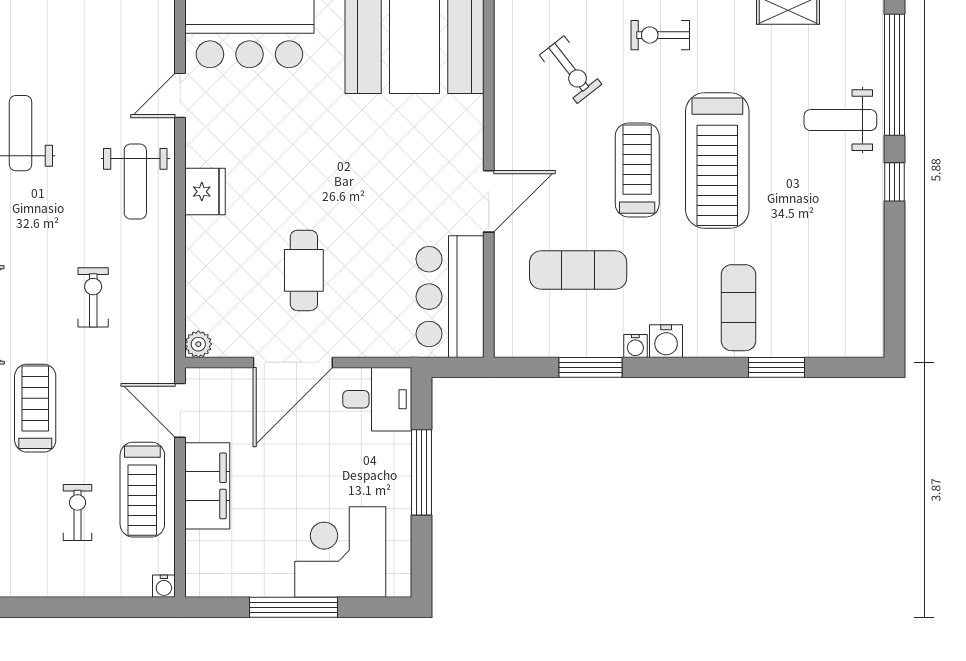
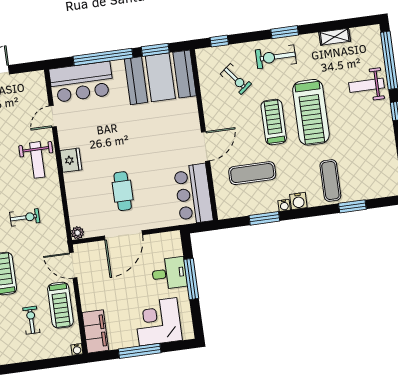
exercise bike: (660, 35) -> (276, 57), width x1.38, depth x1.39
exercise bike: (93, 297) -> (25, 217), turned 90
desk: (377, 399) -> (169, 273), moved
filing cabinet: (207, 486) -> (95, 331), moved

